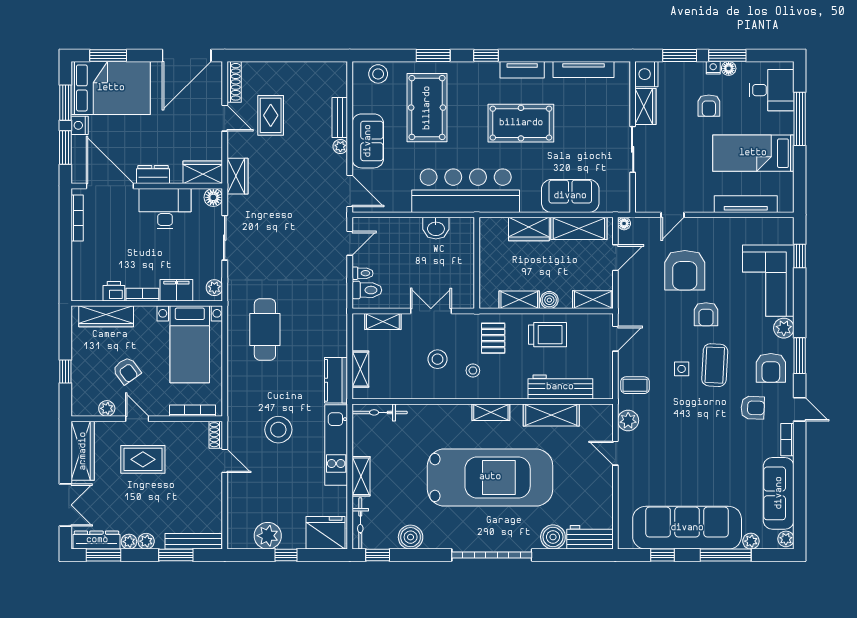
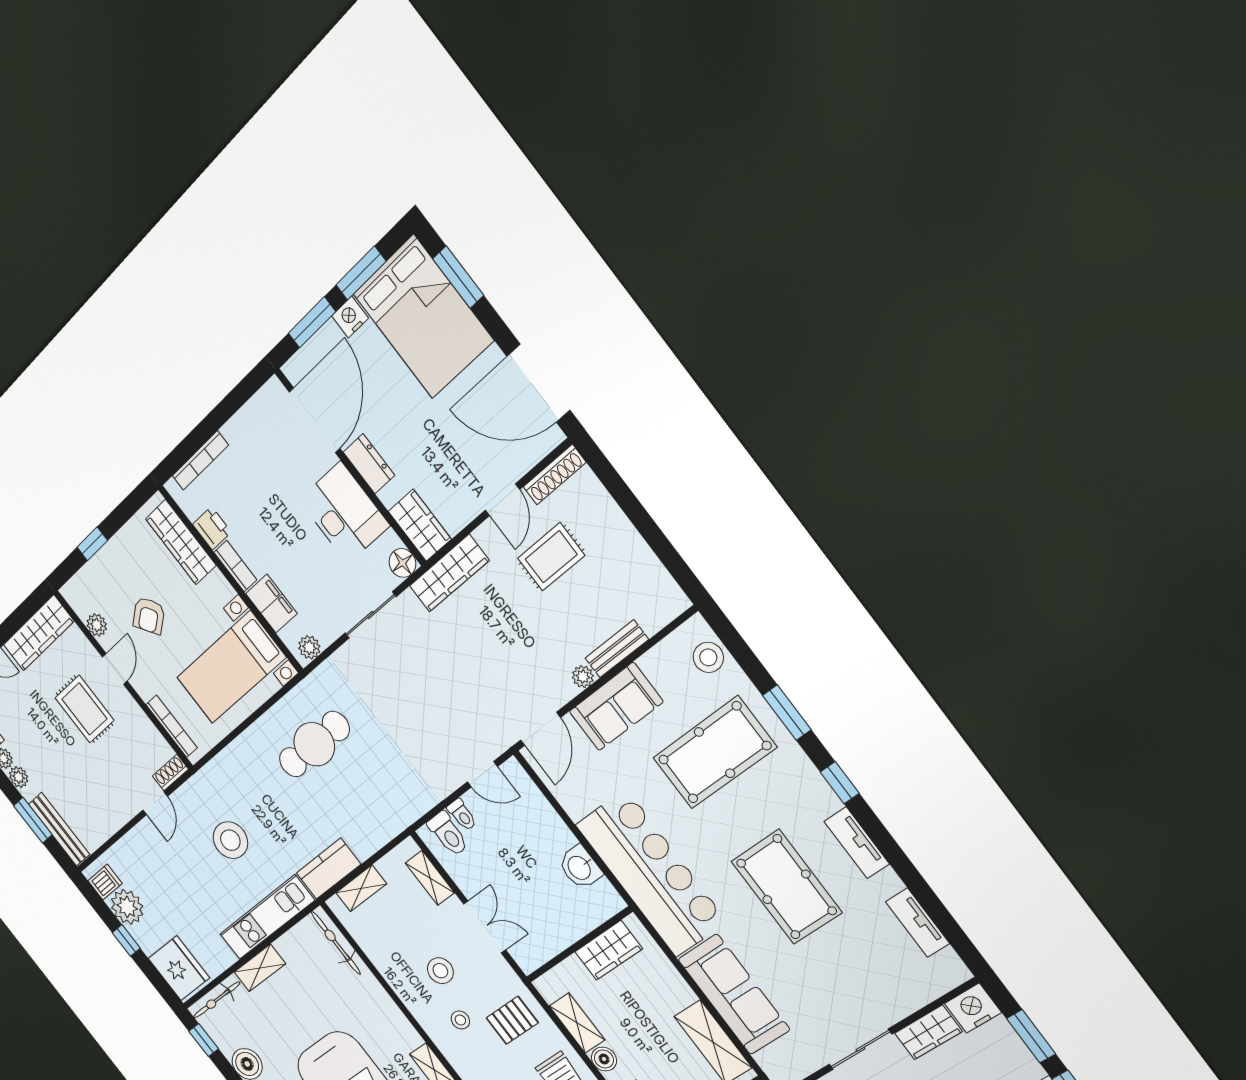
tv unit: (584, 69) -> (917, 923), width x0.71
wardrobe: (237, 176) -> (449, 573), width x1.50
sofa: (570, 196) -> (734, 994), width x1.36
bookcase: (77, 218) -> (200, 461), moved
wardrobe: (529, 229) -> (609, 950), moved, turned -90
dishwasher: (244, 538) -> (105, 882), added

